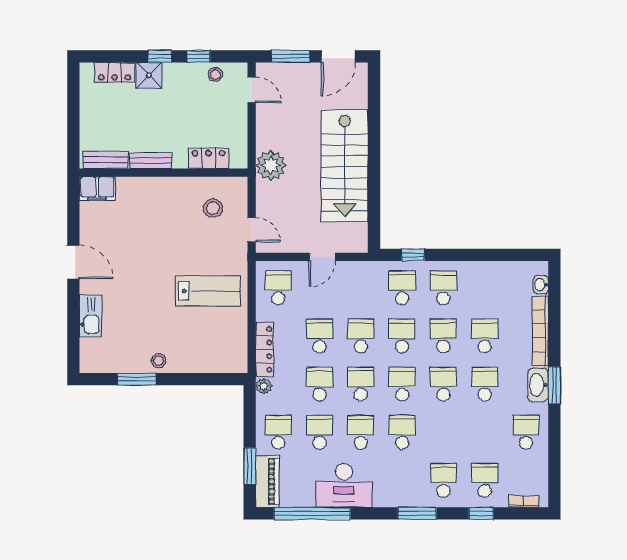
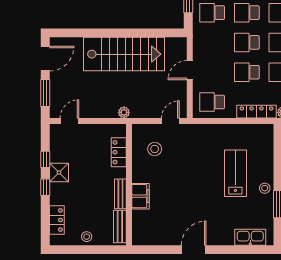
door: (338, 56) -> (45, 59), hinge flipped
stool: (215, 74) -> (87, 237), moved
shower: (149, 75) -> (59, 172), moved
plant: (271, 165) -> (124, 112), width x0.53, depth x0.53
filing cabinet: (97, 189) -> (141, 196), moved
door: (322, 257) -> (190, 70), swing flipped
lab bench: (208, 291) -> (235, 173), moved
kitchen sink: (90, 316) -> (250, 237), moved

